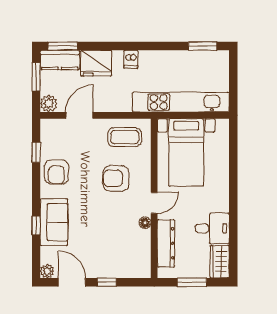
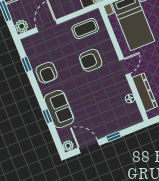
floor lamp: (145, 223) -> (130, 98), moved

